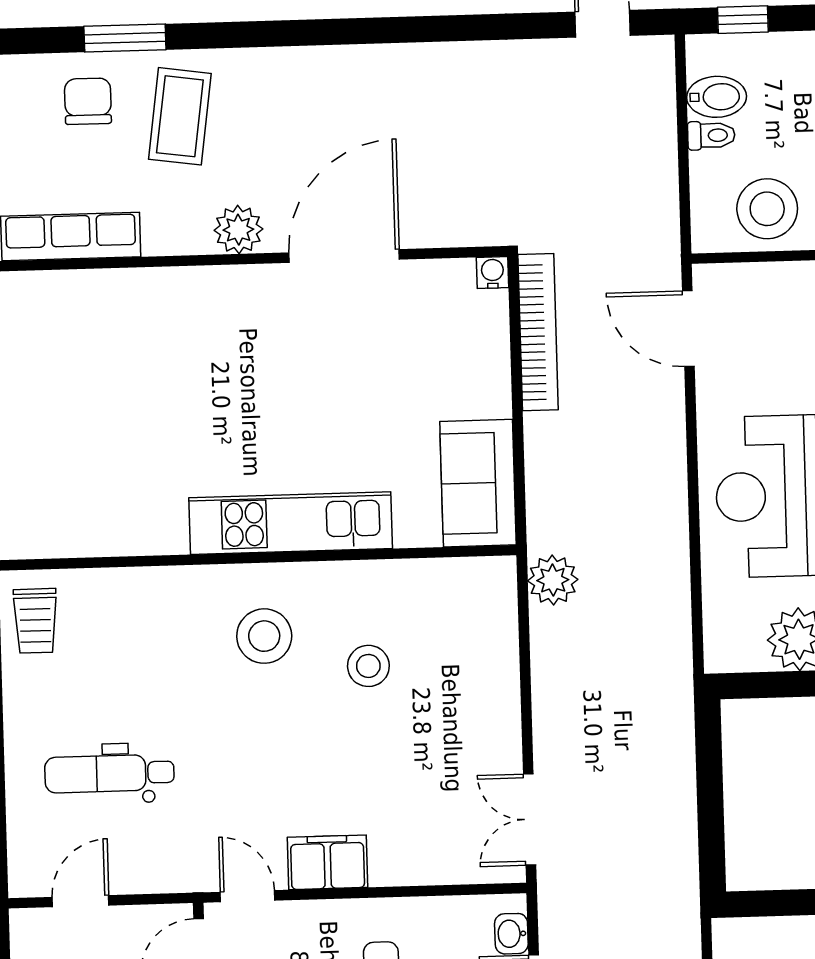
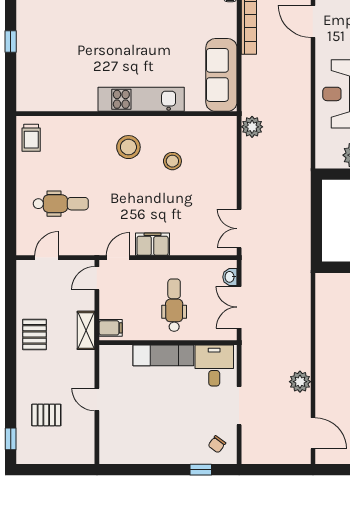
sofa: (478, 483) -> (221, 75), width x1.36
dental chair: (109, 774) -> (61, 204), turned 180
door: (248, 896) -> (118, 258), hinge flipped

